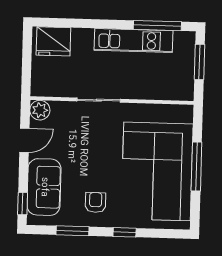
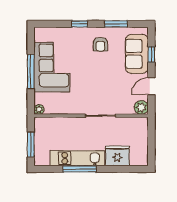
window: (157, 26) -> (80, 169), moved
fridge: (53, 41) -> (117, 156), moved
plant: (186, 112) -> (39, 109), added
corner sofa: (157, 171) -> (52, 67), width x0.73, depth x0.74
window: (23, 204) -> (151, 55), moved

